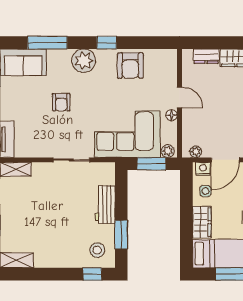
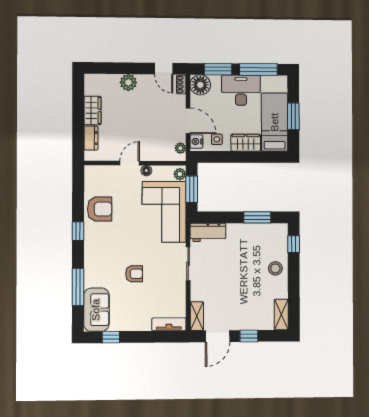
plant: (84, 61) -> (95, 253), removed
workbench: (105, 205) -> (208, 232), moved
stool: (97, 250) -> (275, 268), moved

